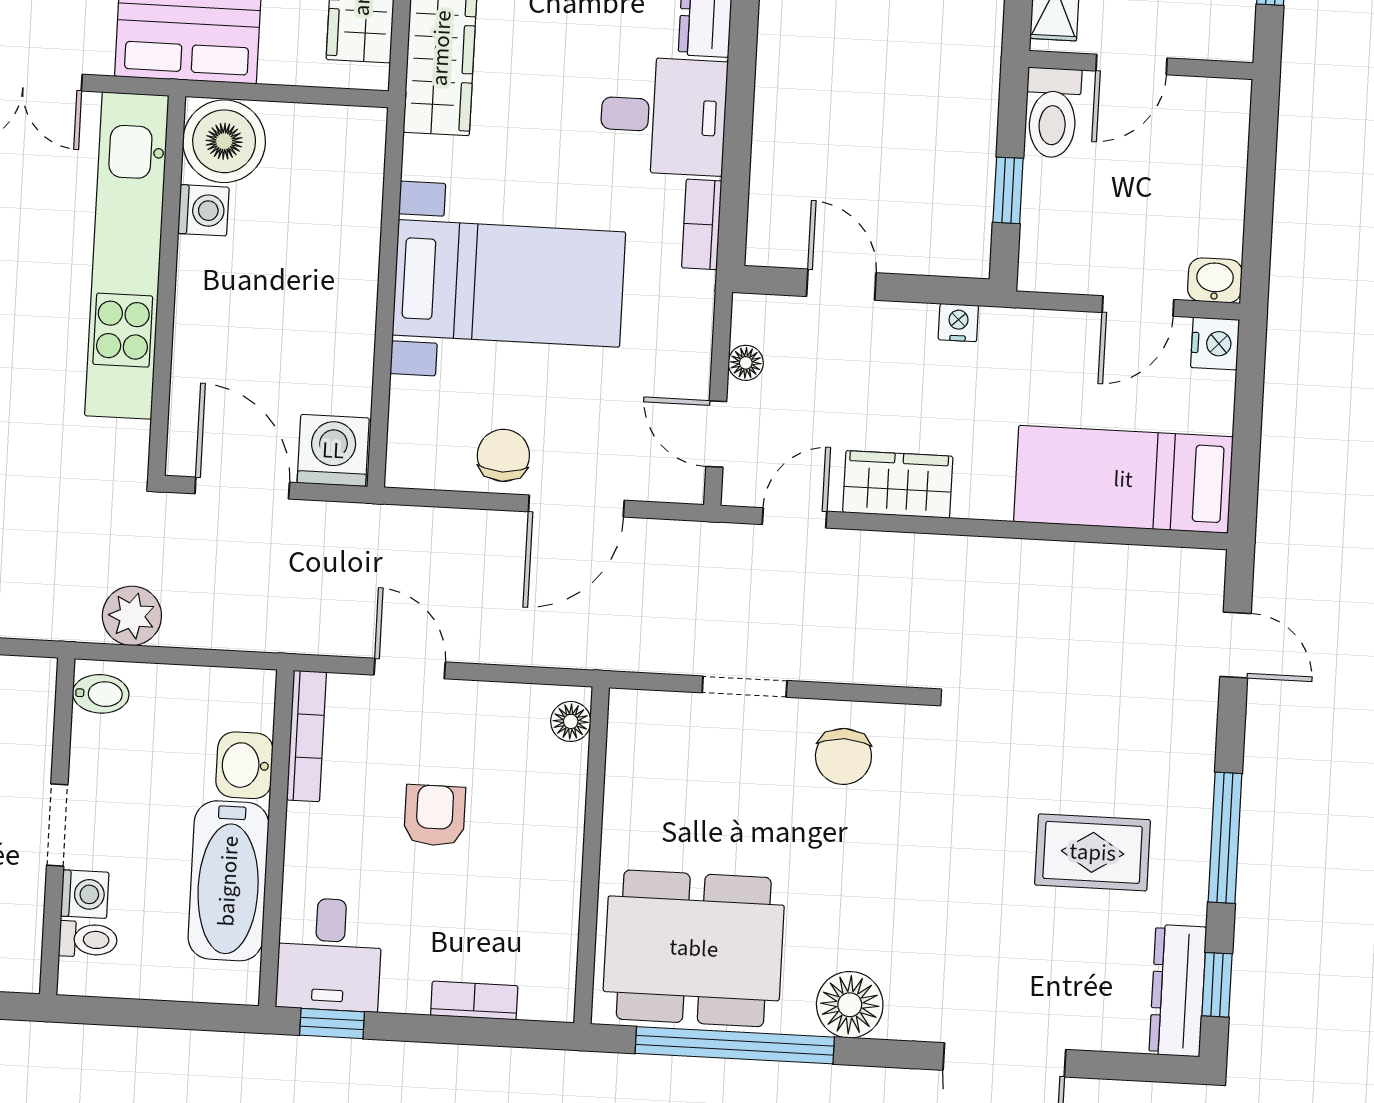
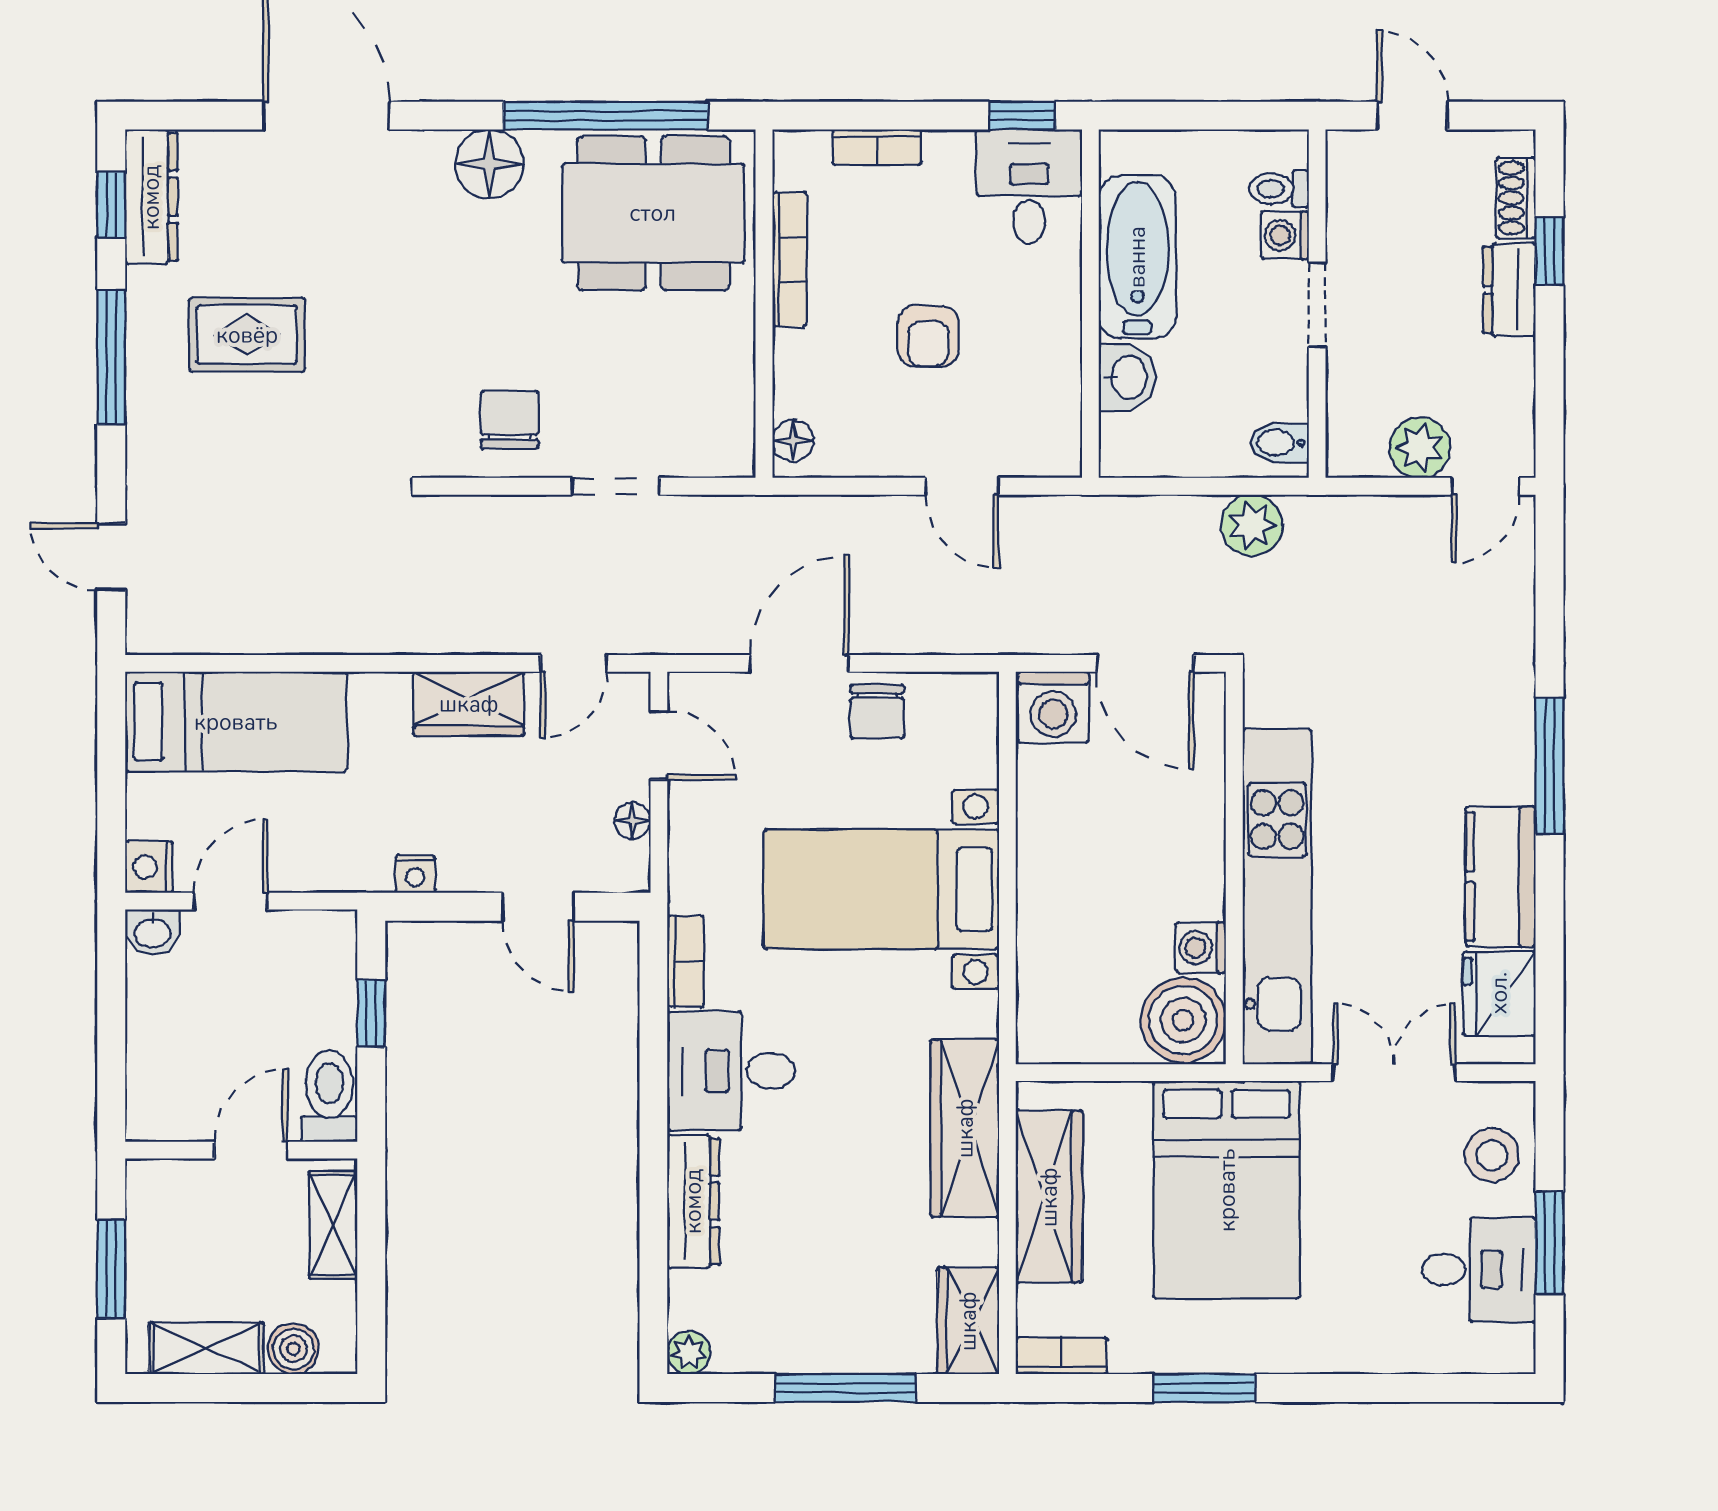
bookcase: (306, 736) -> (789, 259), moved, turned 180

